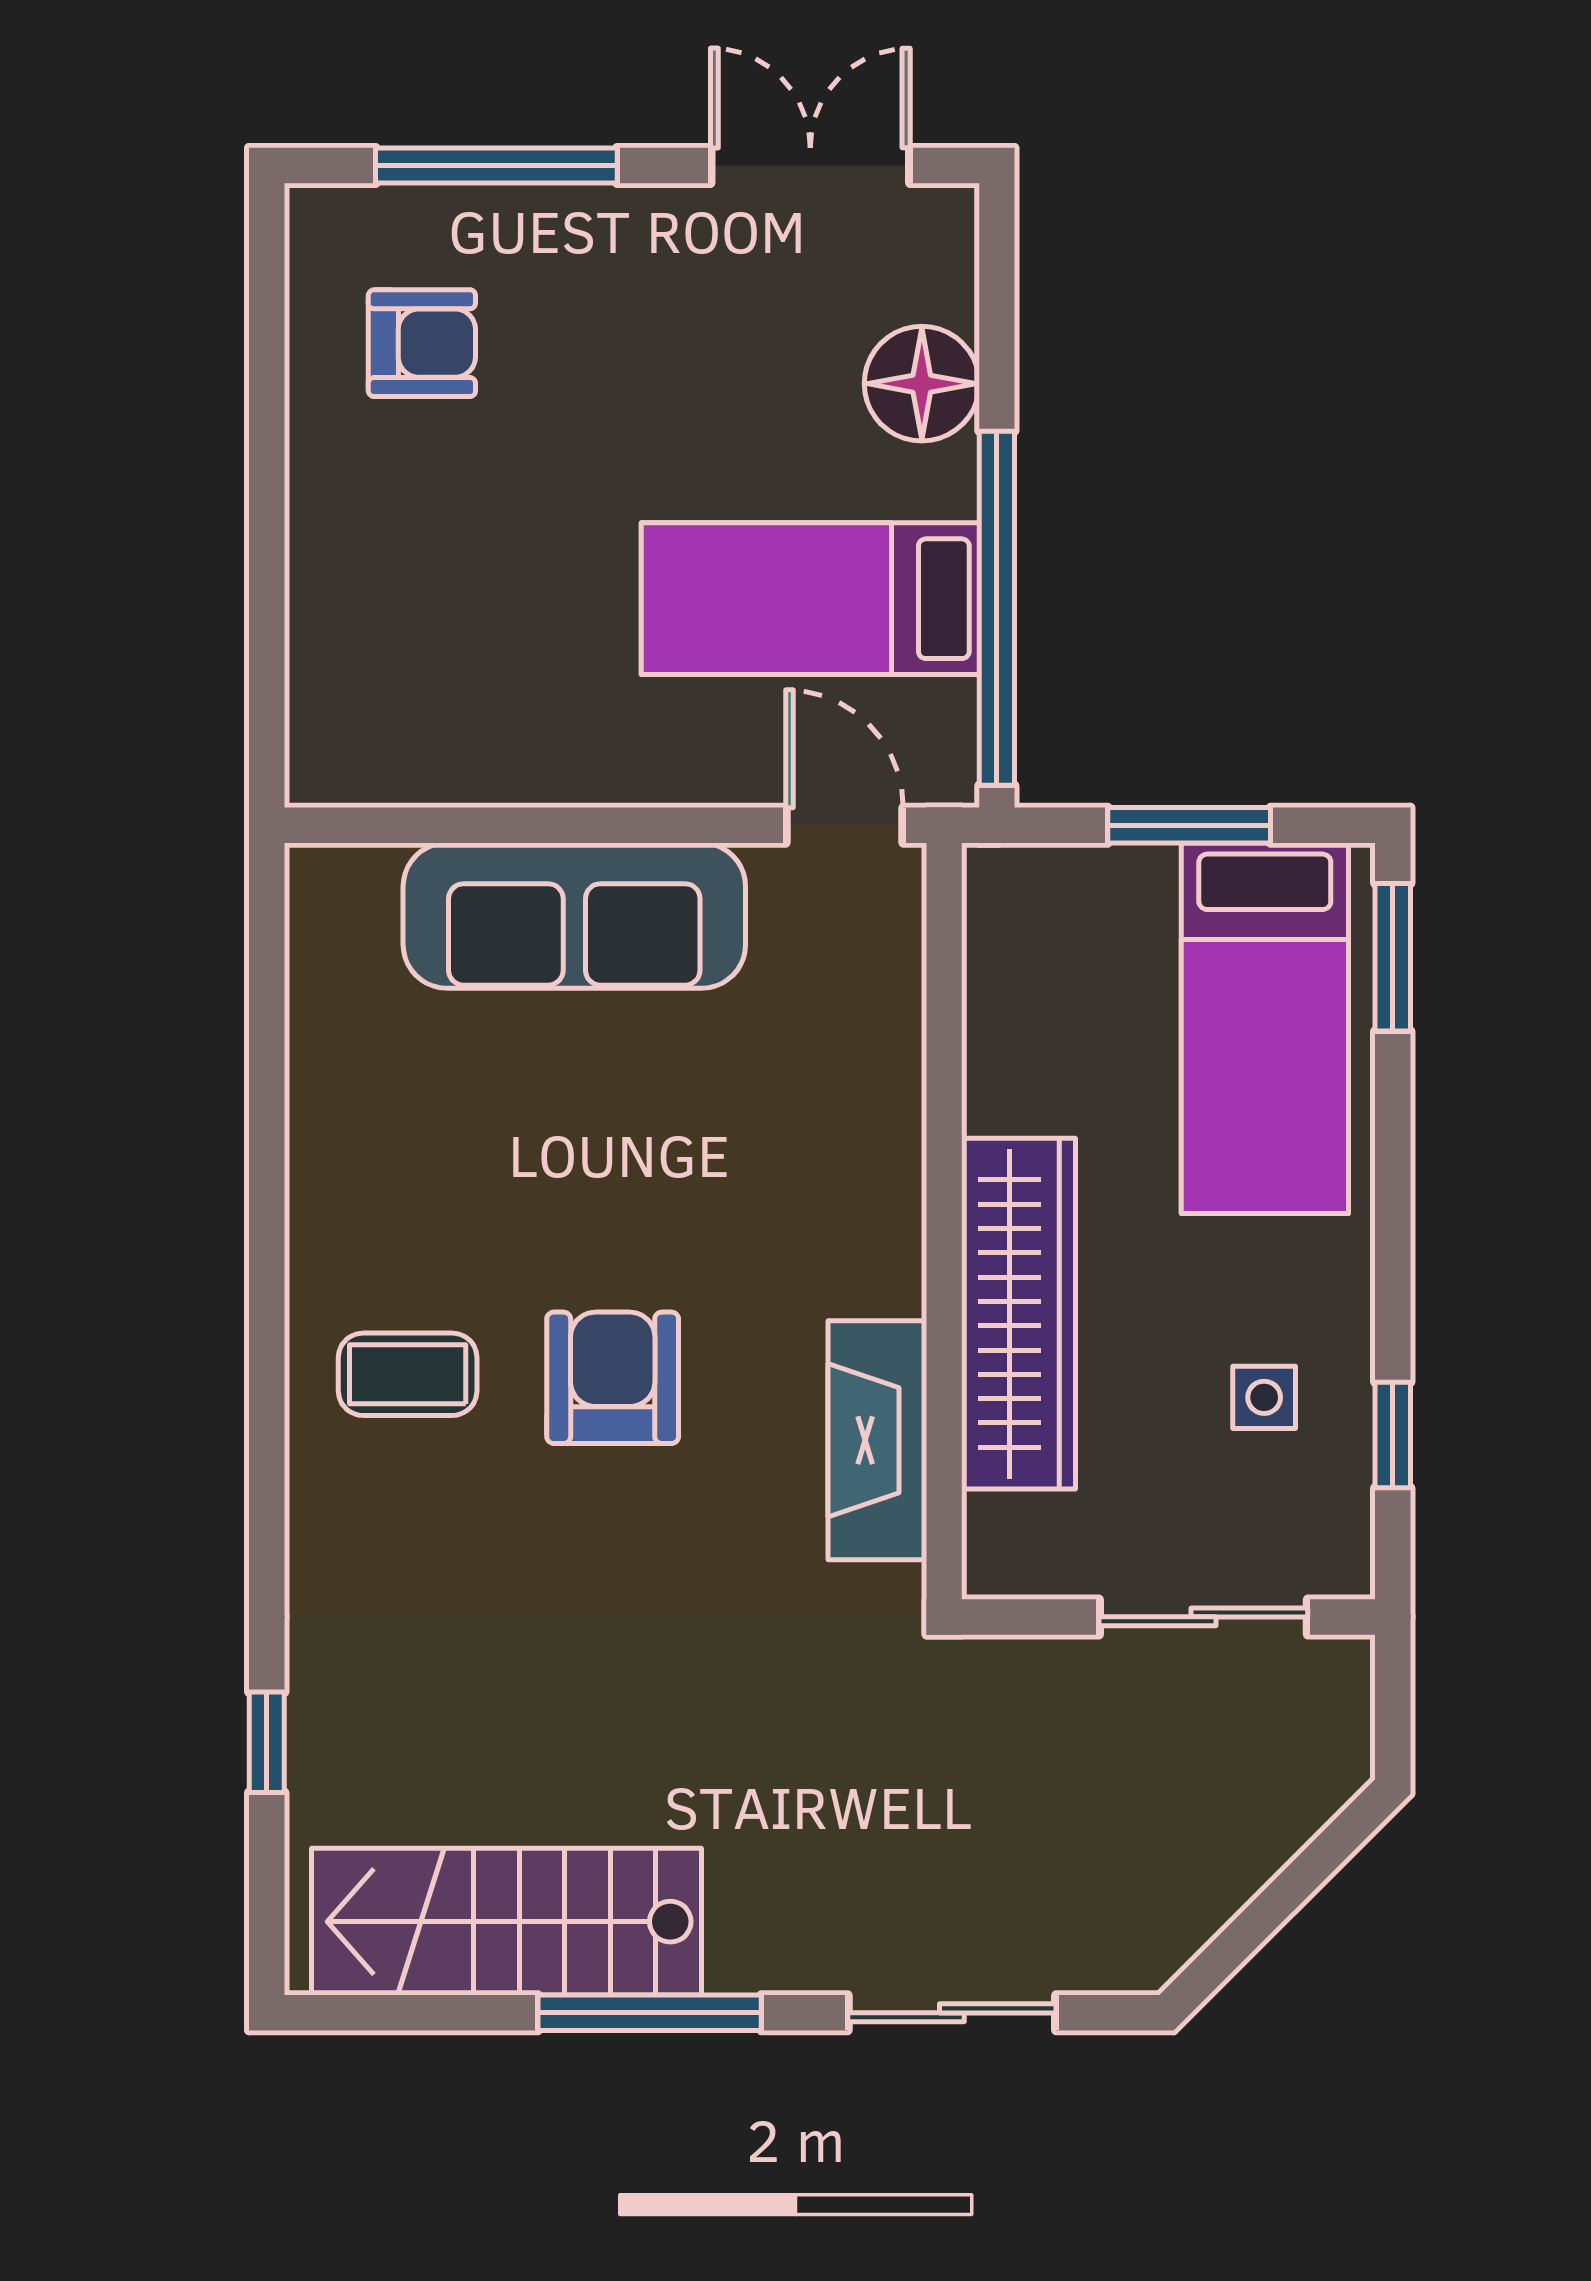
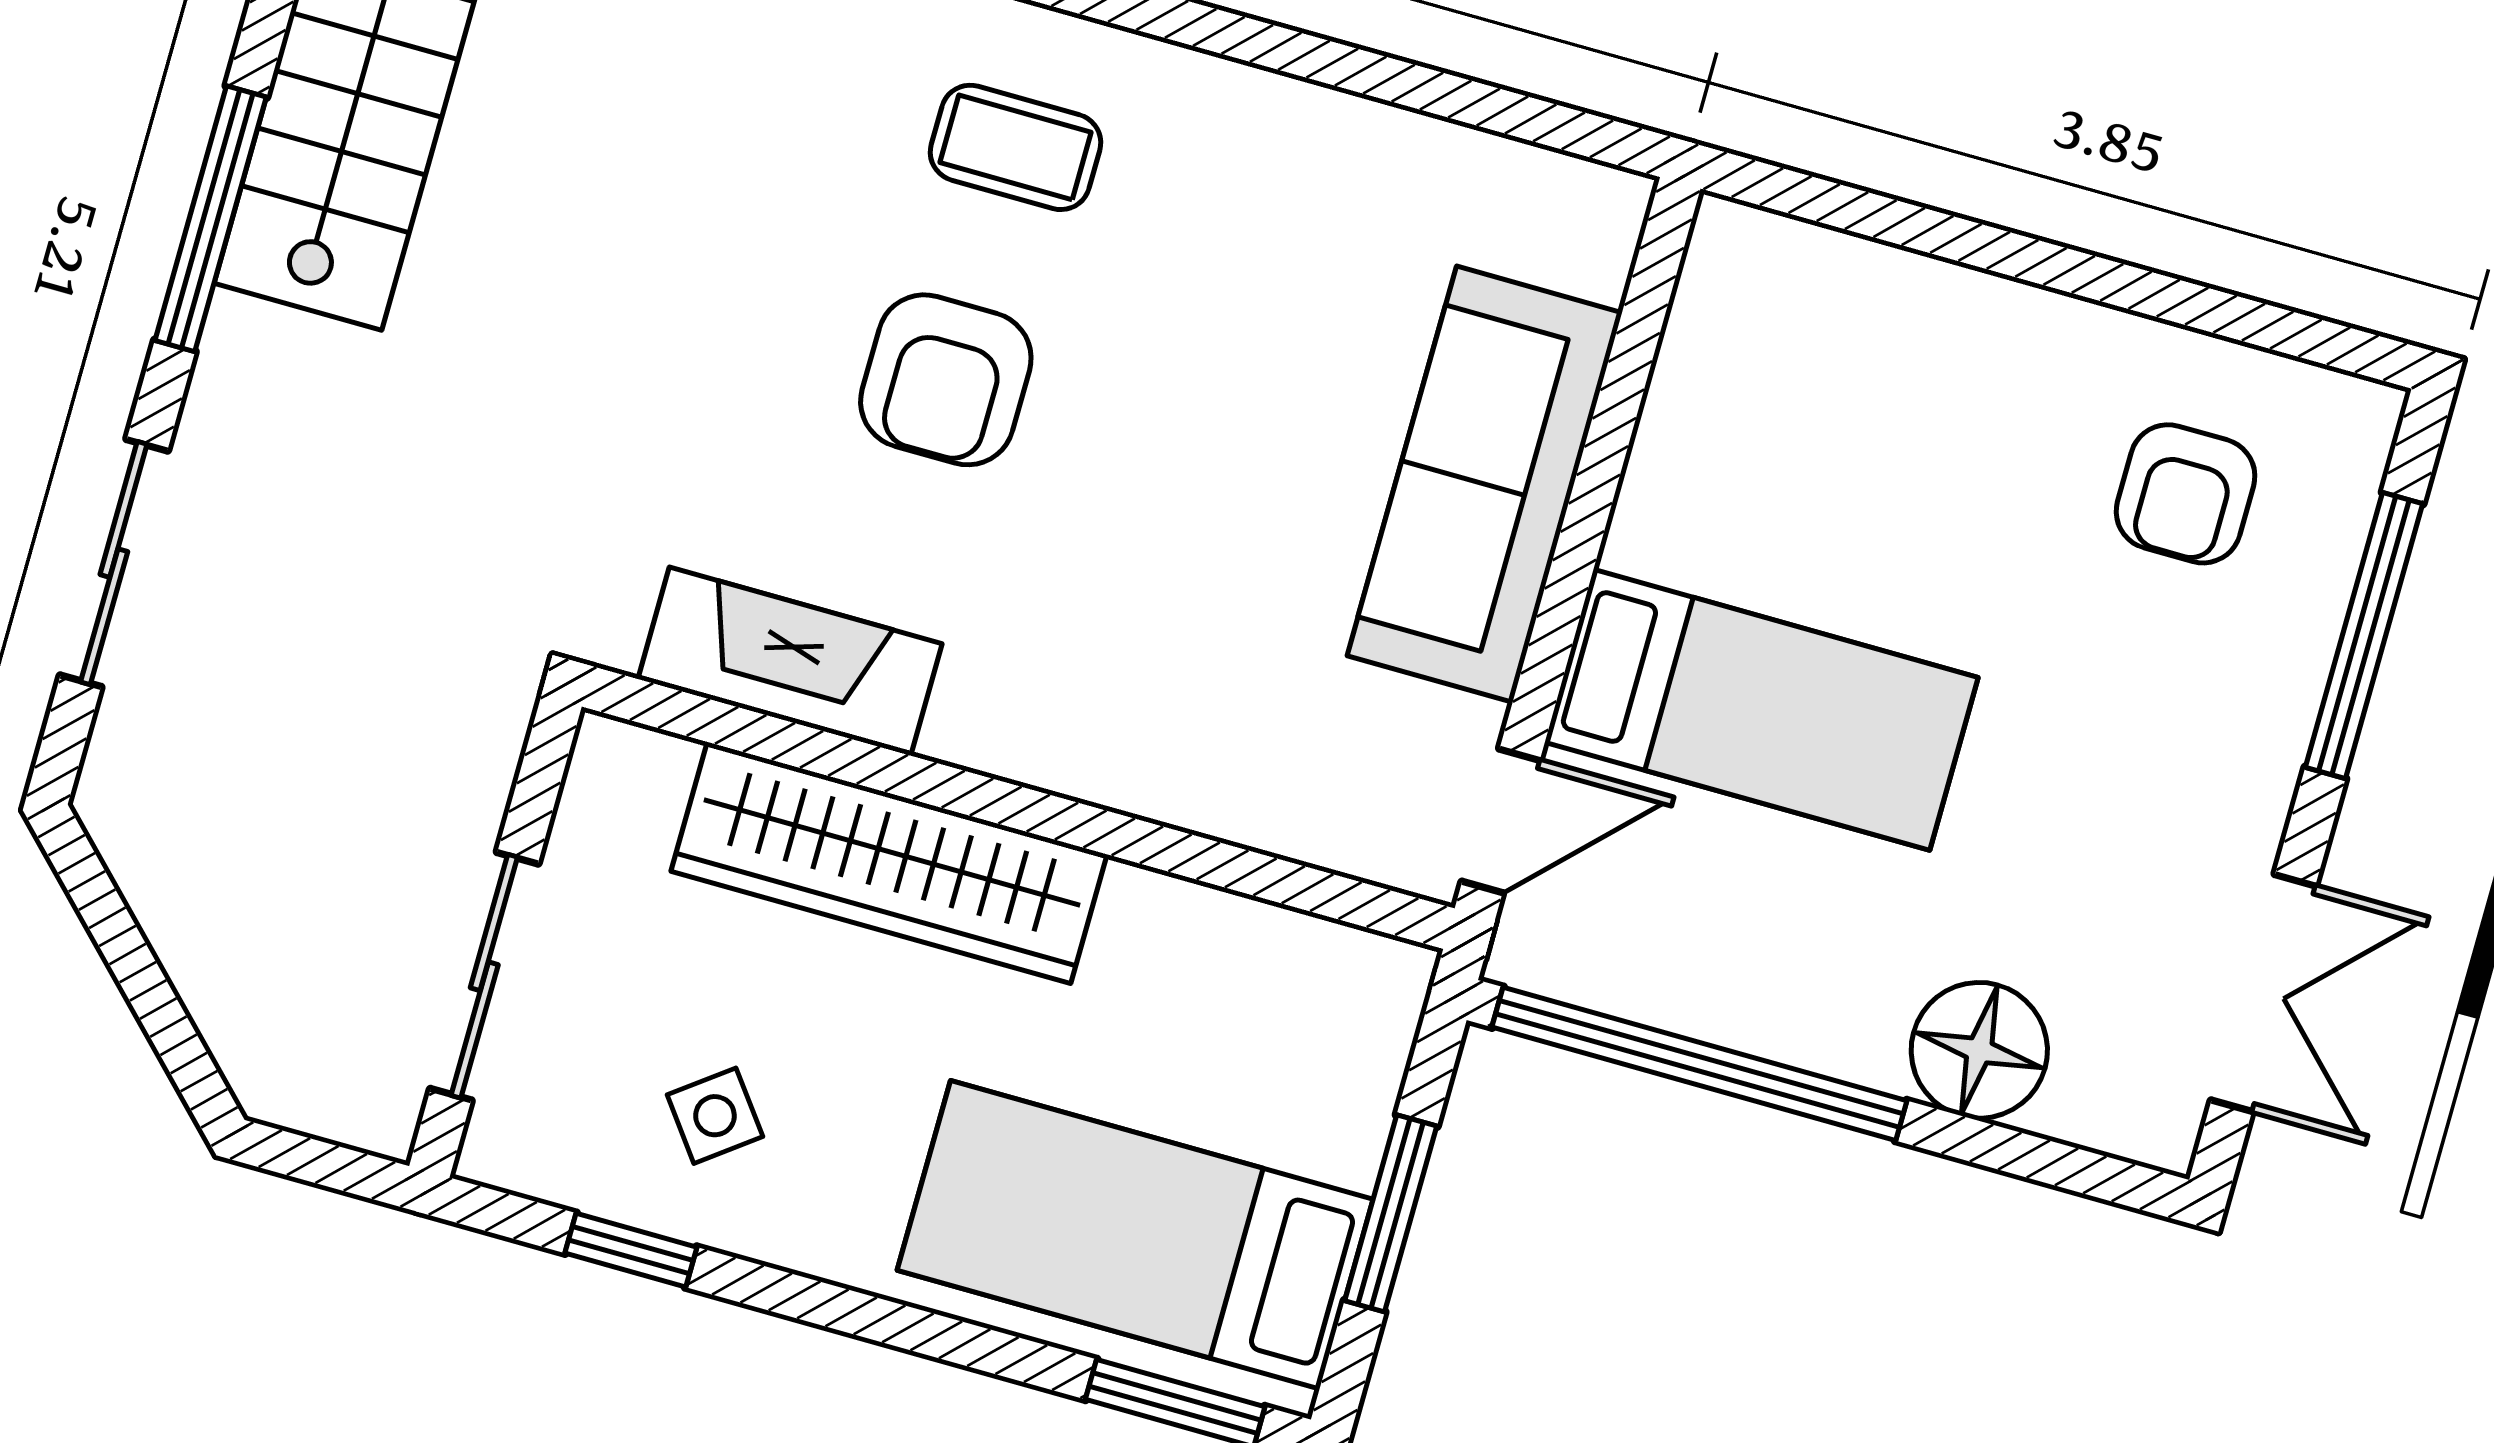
bed: (810, 599) -> (1761, 710), moved, turned 90
coffee table: (408, 1374) -> (1016, 147), turned 90
armchair: (613, 1378) -> (946, 380), turned 90
side table: (1264, 1397) -> (715, 1116), turned -37

